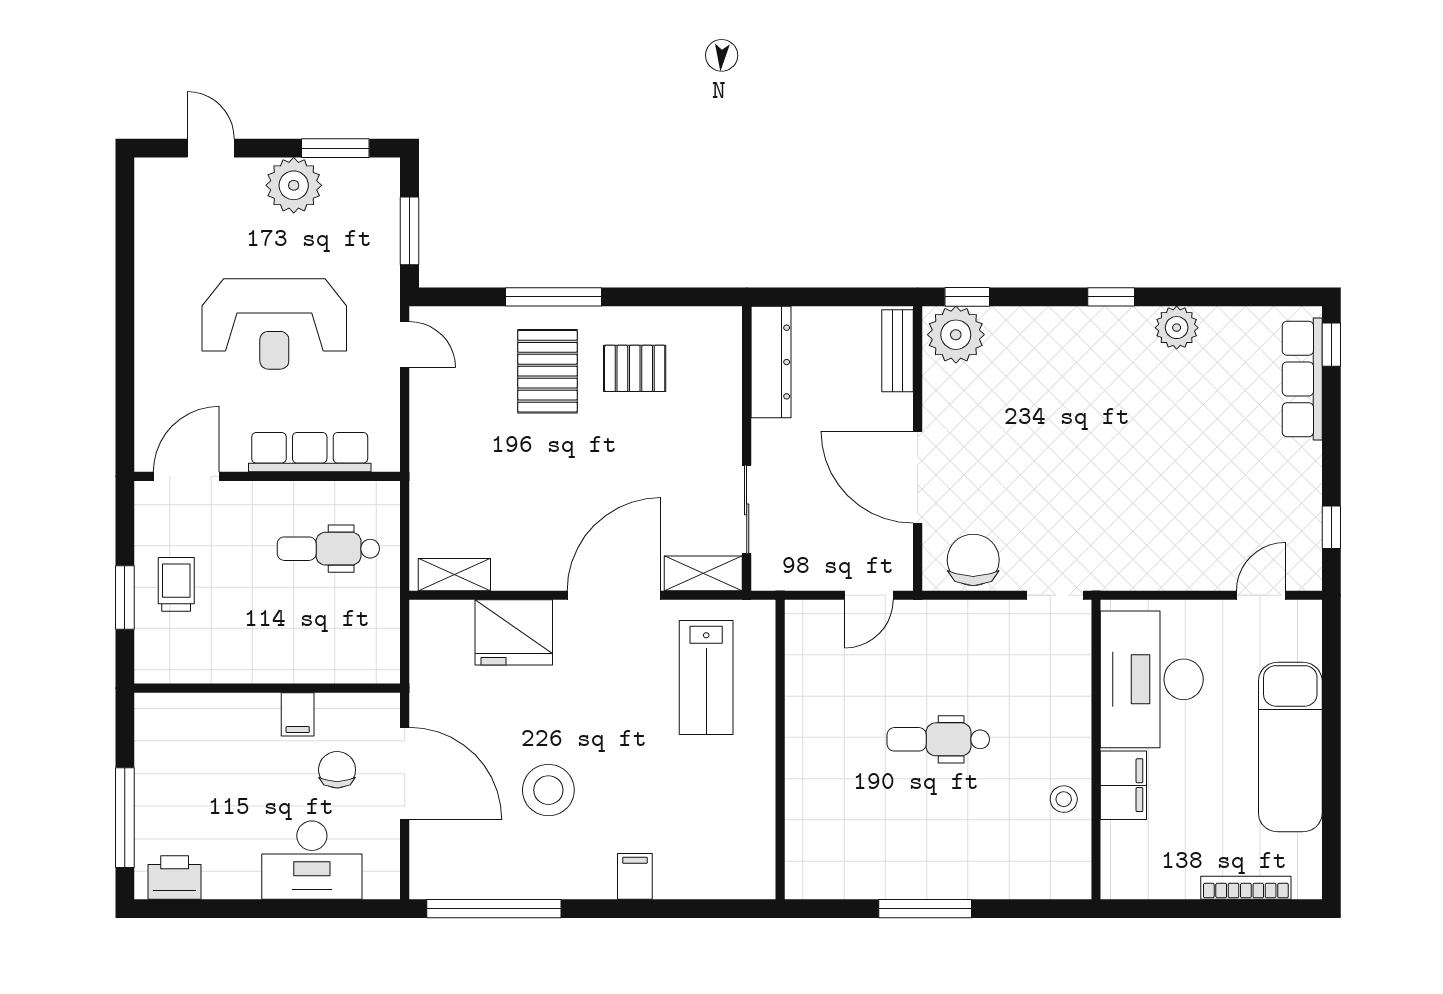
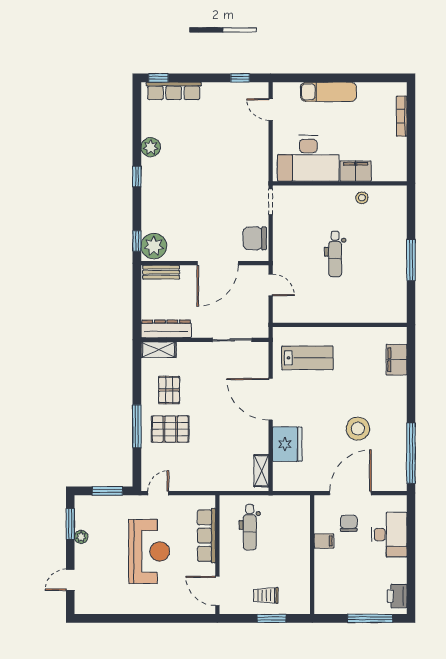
plant: (294, 185) -> (81, 537), width x0.53, depth x0.53
shelving: (703, 573) -> (158, 350), moved, turned 90
exam couch: (1290, 747) -> (328, 92), width x0.73, depth x0.69
chair: (337, 770) -> (349, 523), turned 90
filing cabinet: (635, 876) -> (397, 360), moved, width x2.00

